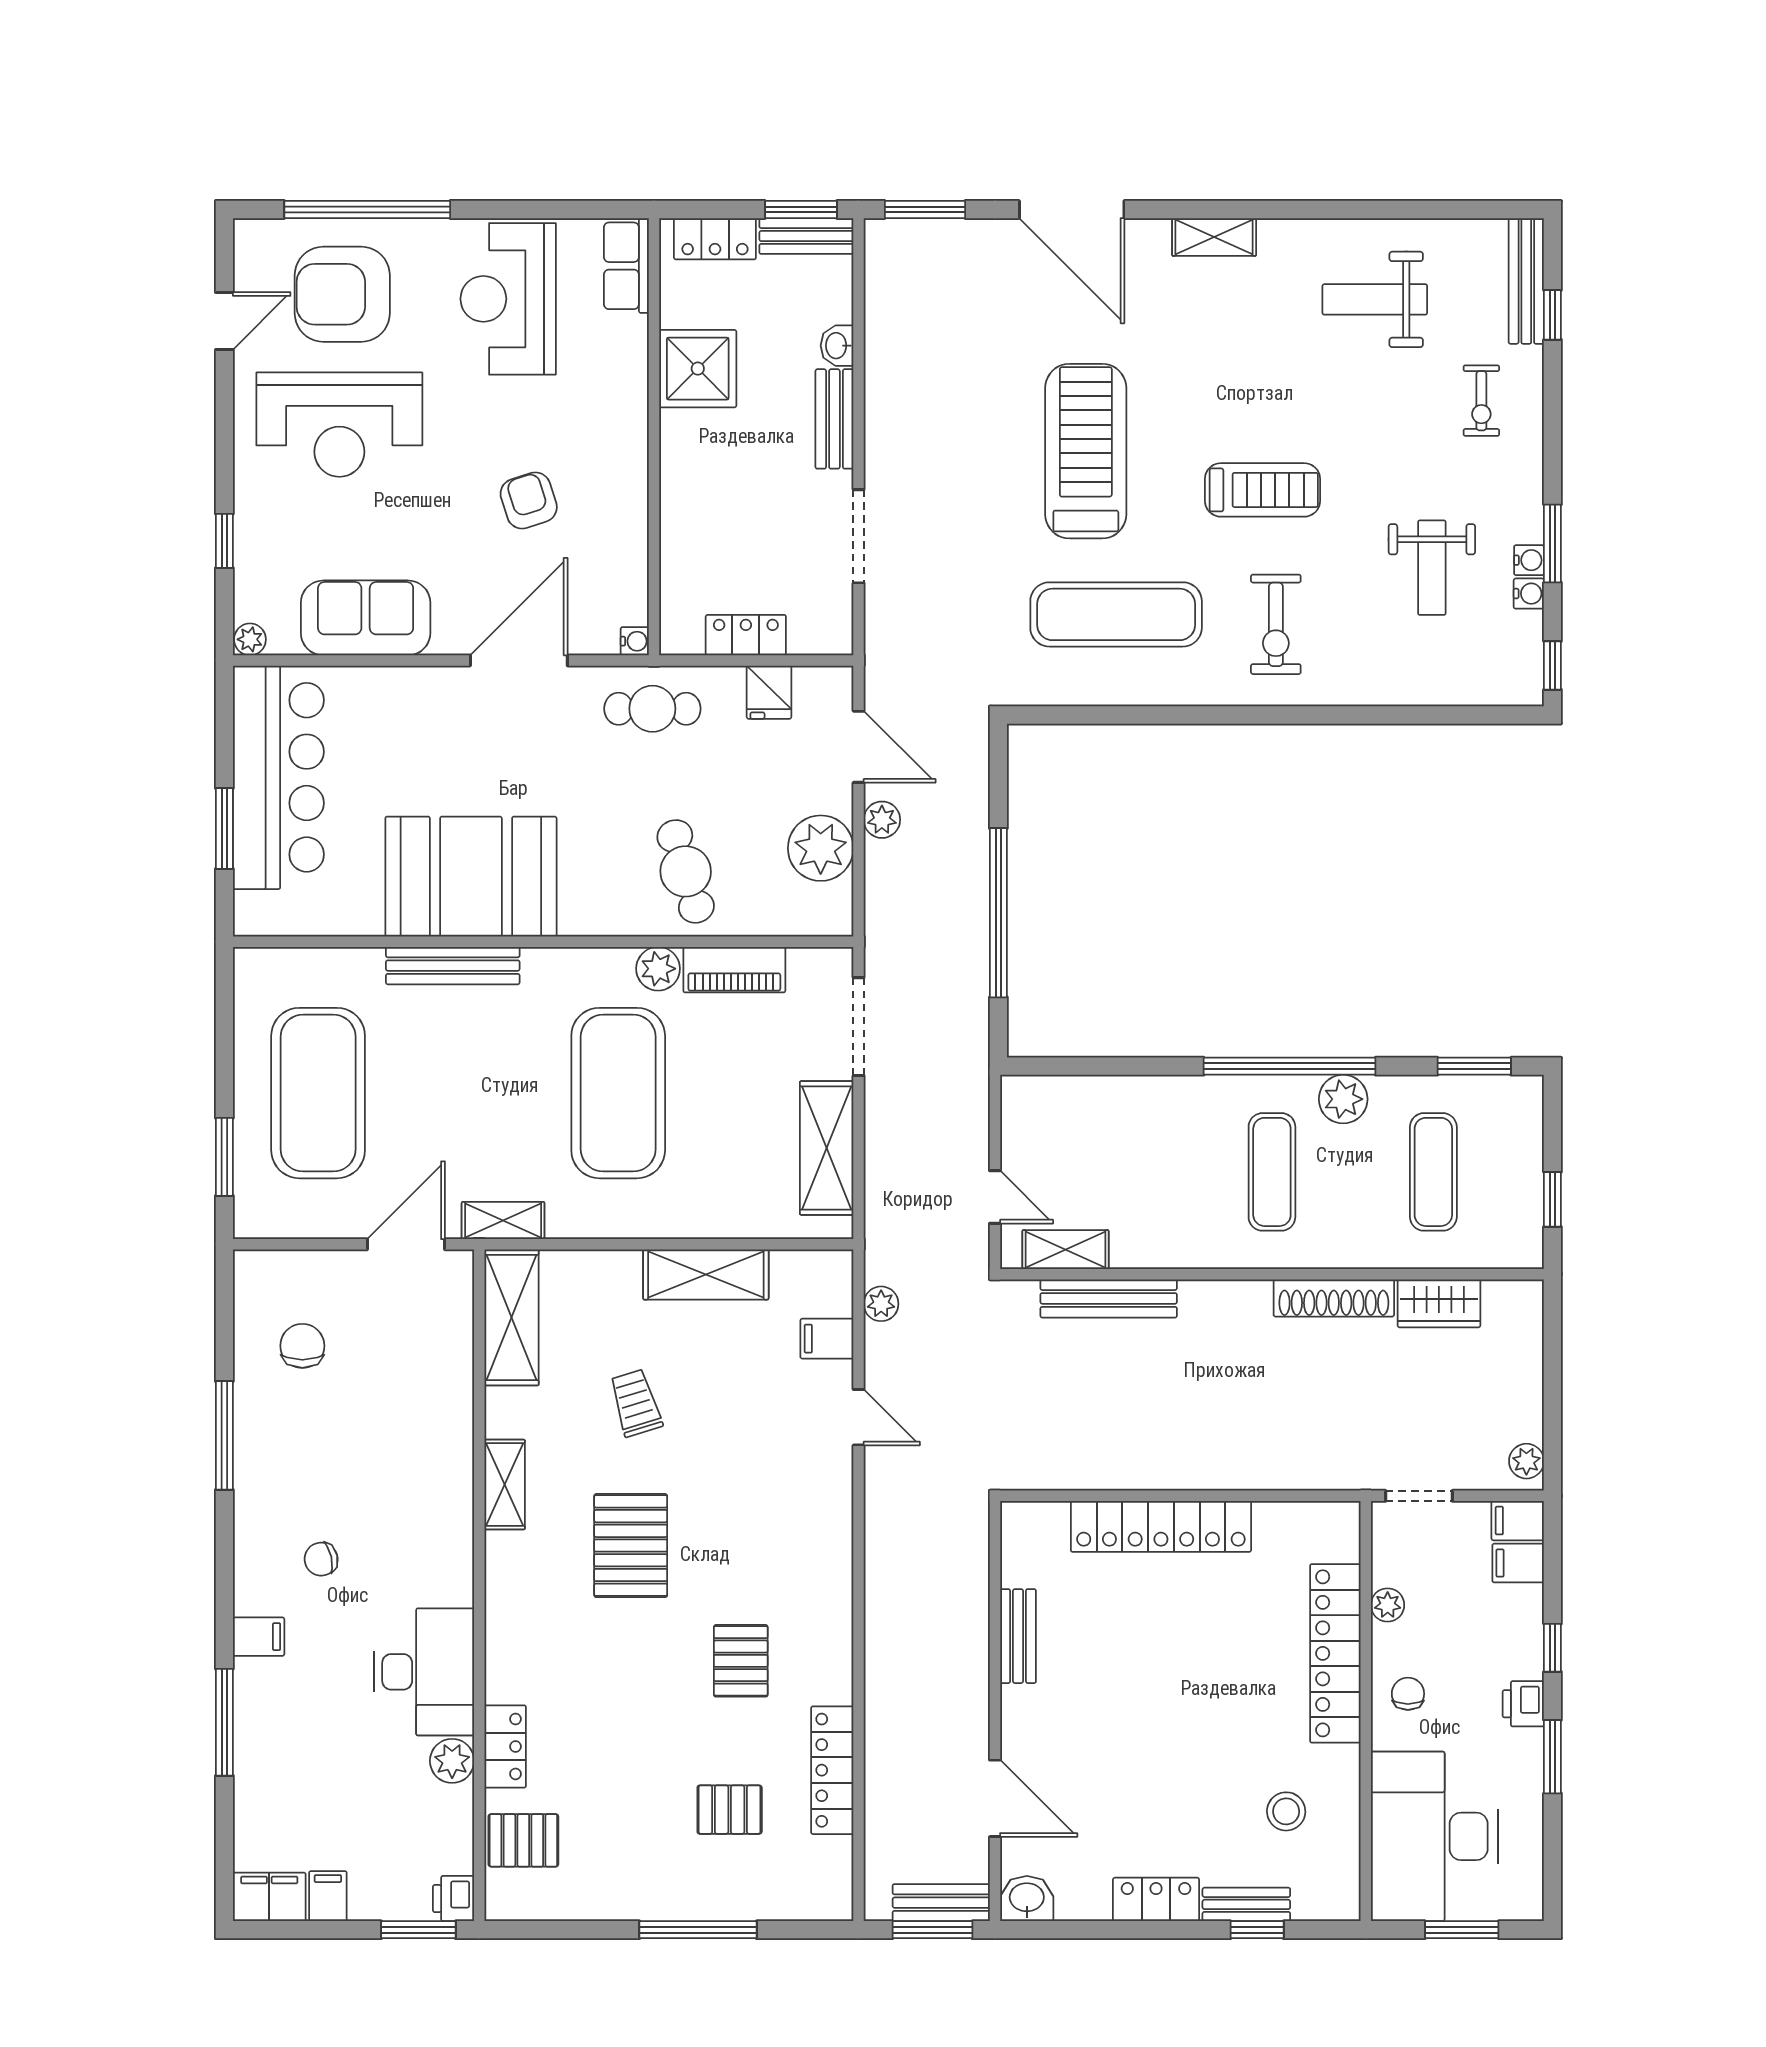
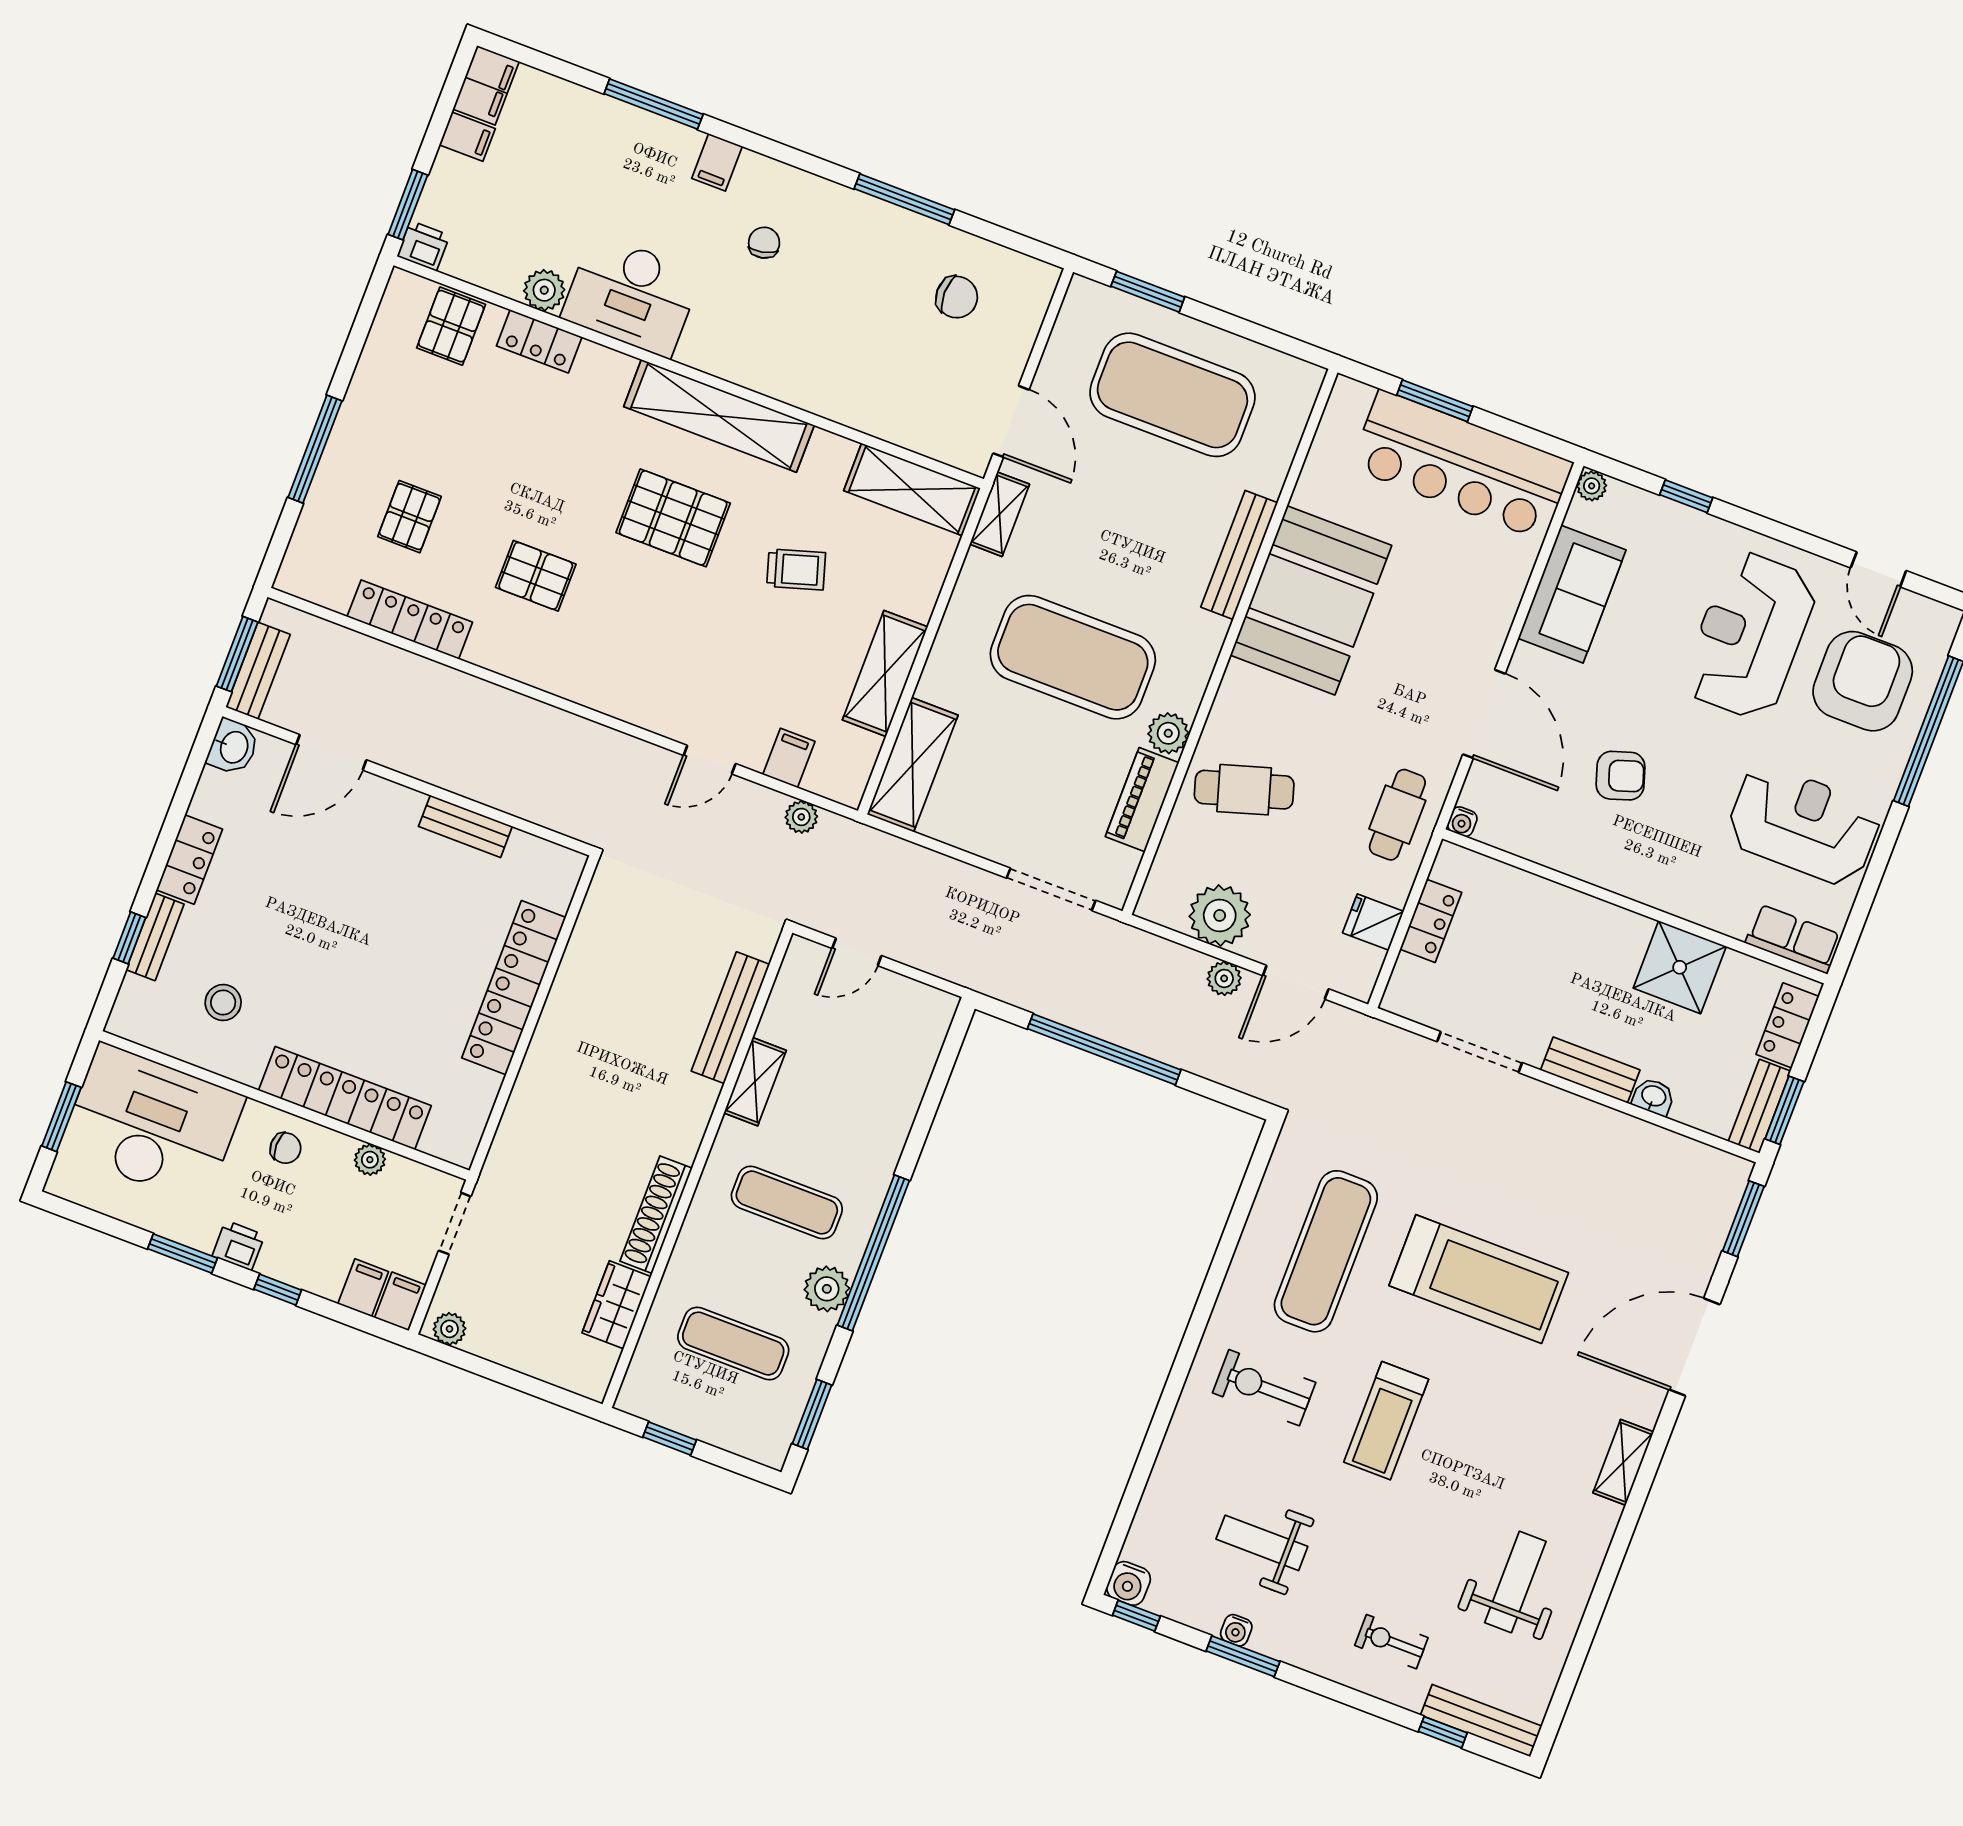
water cooler: (1529, 594) -> (1129, 1583), moved, width x1.38, depth x1.38
shelving: (827, 1148) -> (913, 765), moved, turned 90
shelving: (1065, 1250) -> (755, 1082), moved
shelving: (505, 1485) -> (719, 416), width x2.20, depth x1.33

